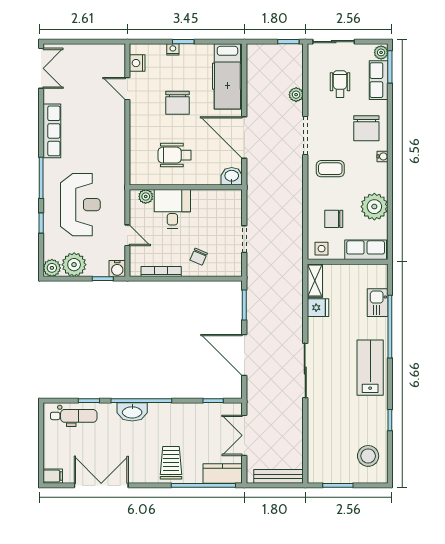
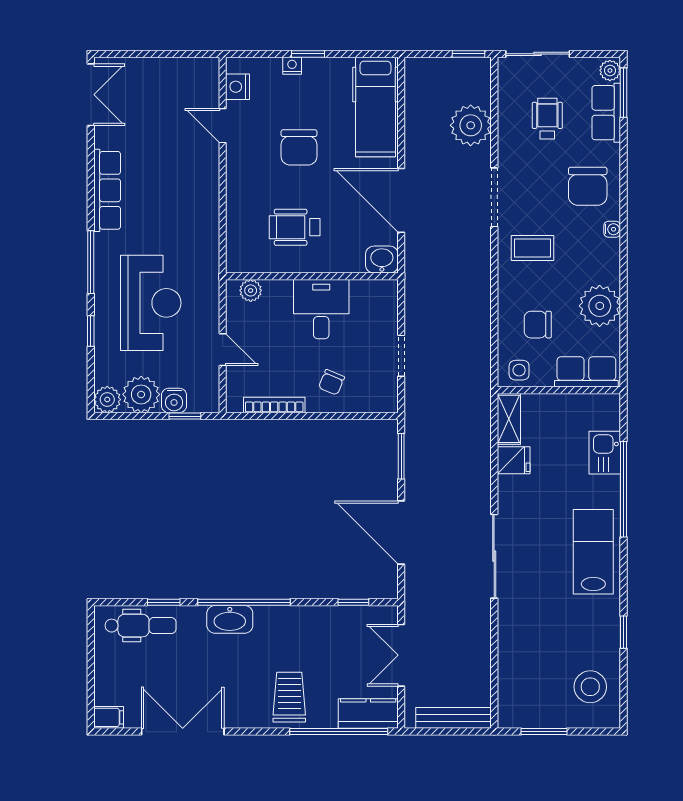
plant: (296, 95) -> (471, 125), width x1.88, depth x1.88
desk: (172, 209) -> (321, 309), moved
water cooler: (117, 269) -> (174, 400), moved

